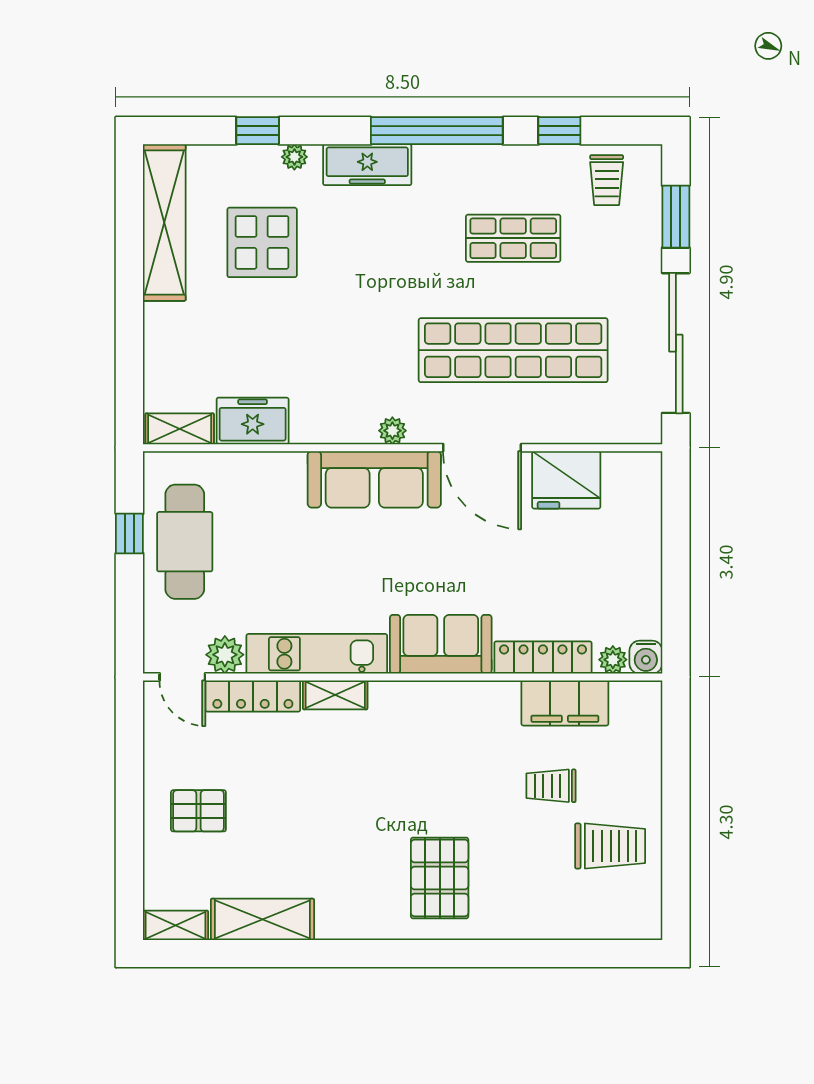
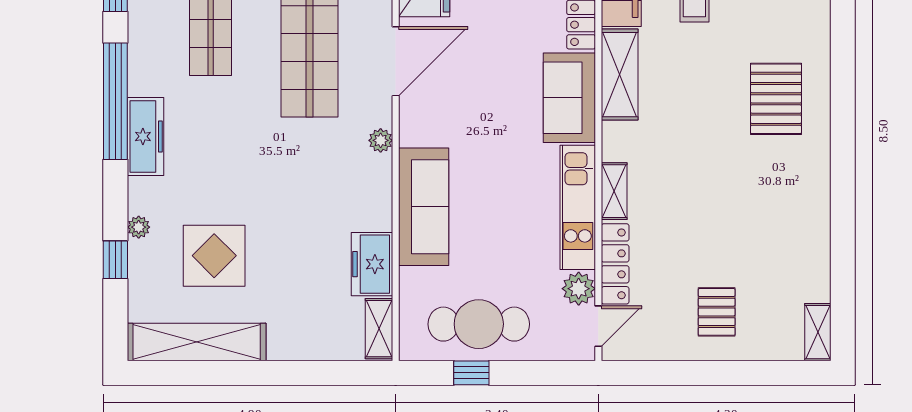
freezer: (367, 165) -> (145, 136), moved
sofa: (374, 479) -> (424, 207), moved
pallet: (440, 878) -> (776, 99), turned 90
shelving: (262, 919) -> (620, 75), moved

